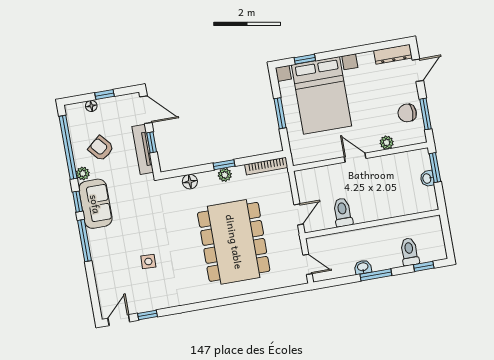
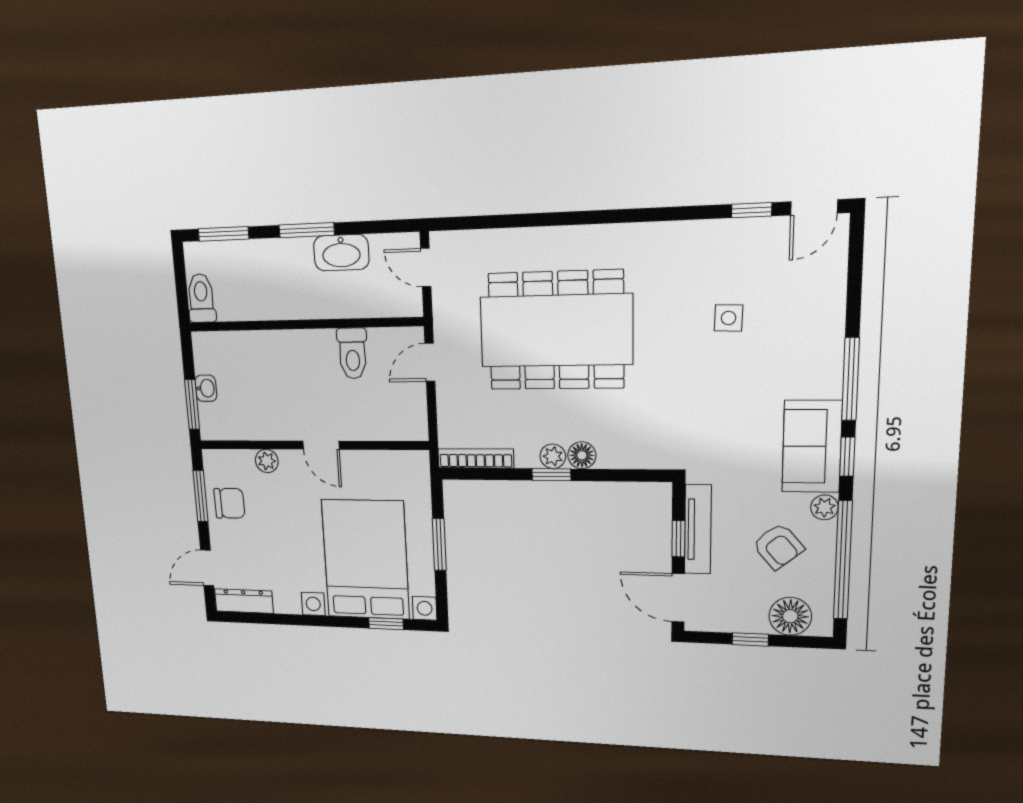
floor lamp: (91, 106) -> (790, 616), width x1.89, depth x1.89
floor lamp: (190, 182) -> (582, 455), moved
dining table: (234, 242) -> (556, 331), turned 90
toilet: (409, 252) -> (201, 298), moved, turned 180
window: (424, 266) -> (223, 234), width x1.50
washbasin: (363, 267) -> (341, 253), width x1.91, depth x1.45

